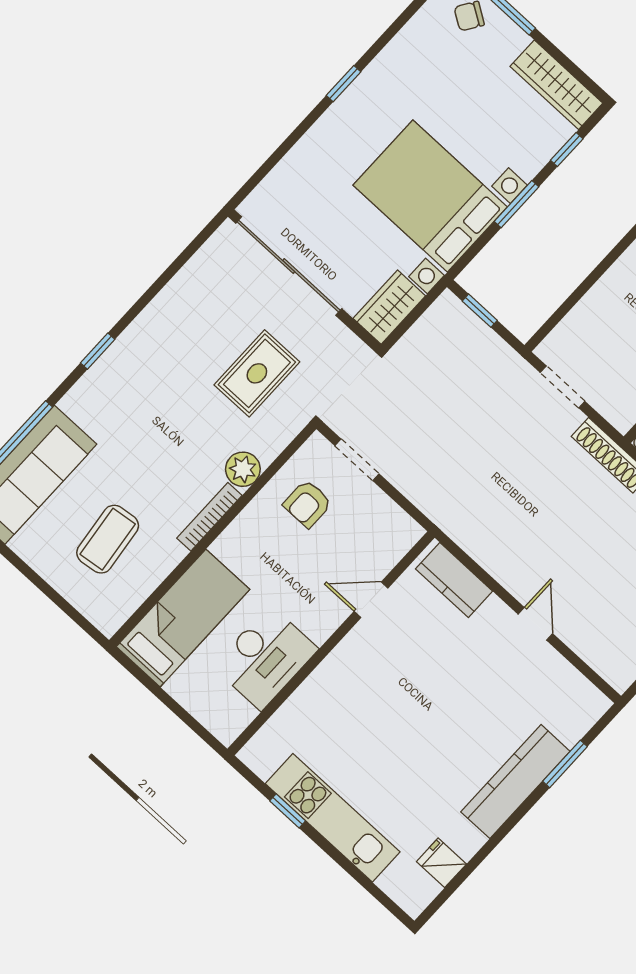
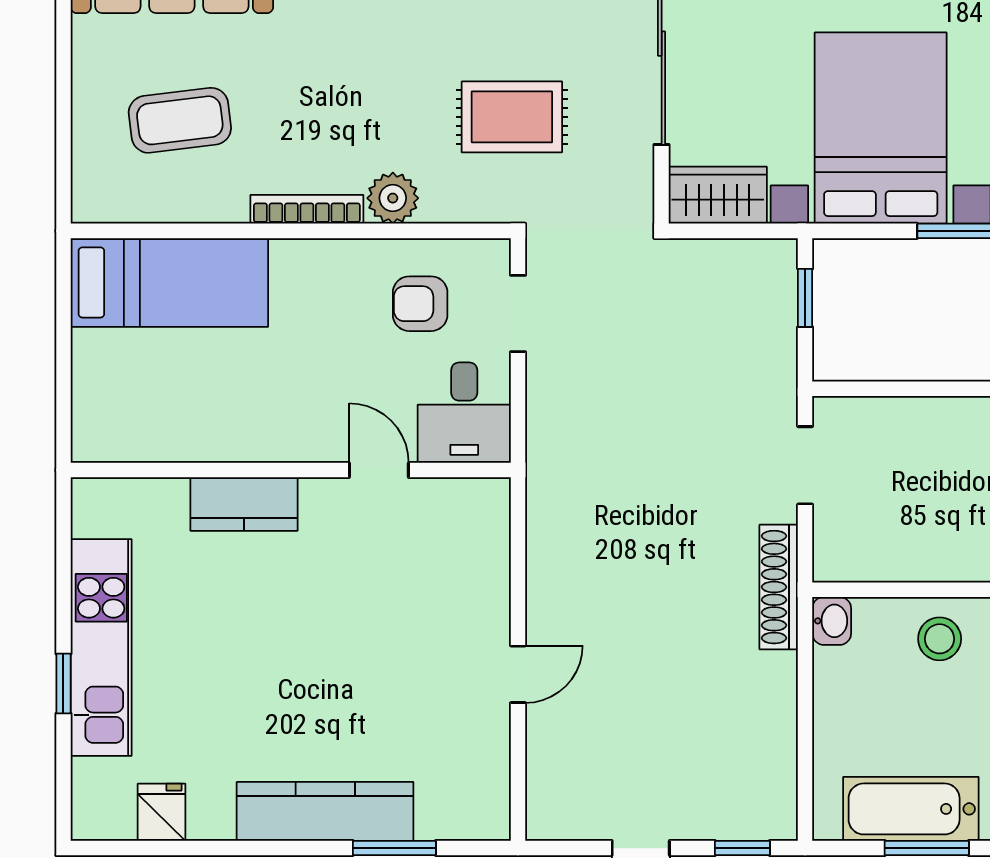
kitchen counter: (454, 580) -> (244, 504), moved, turned -90
desk: (265, 658) -> (464, 413), moved, width x0.73
window: (288, 811) -> (63, 684), moved

